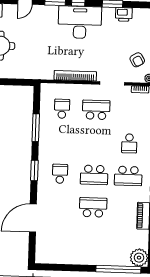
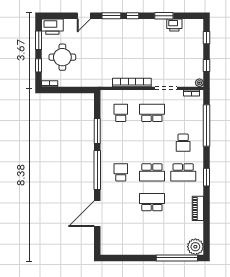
desk: (80, 22) -> (135, 33), removed
armchair: (137, 60) -> (188, 66), removed
window: (34, 170) -> (97, 170), width x2.11

